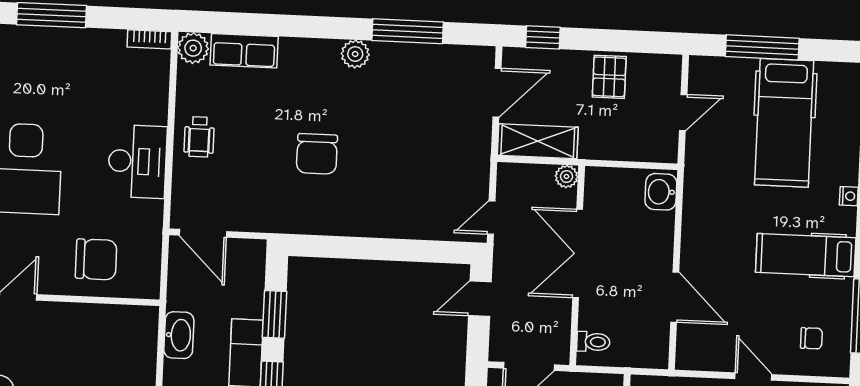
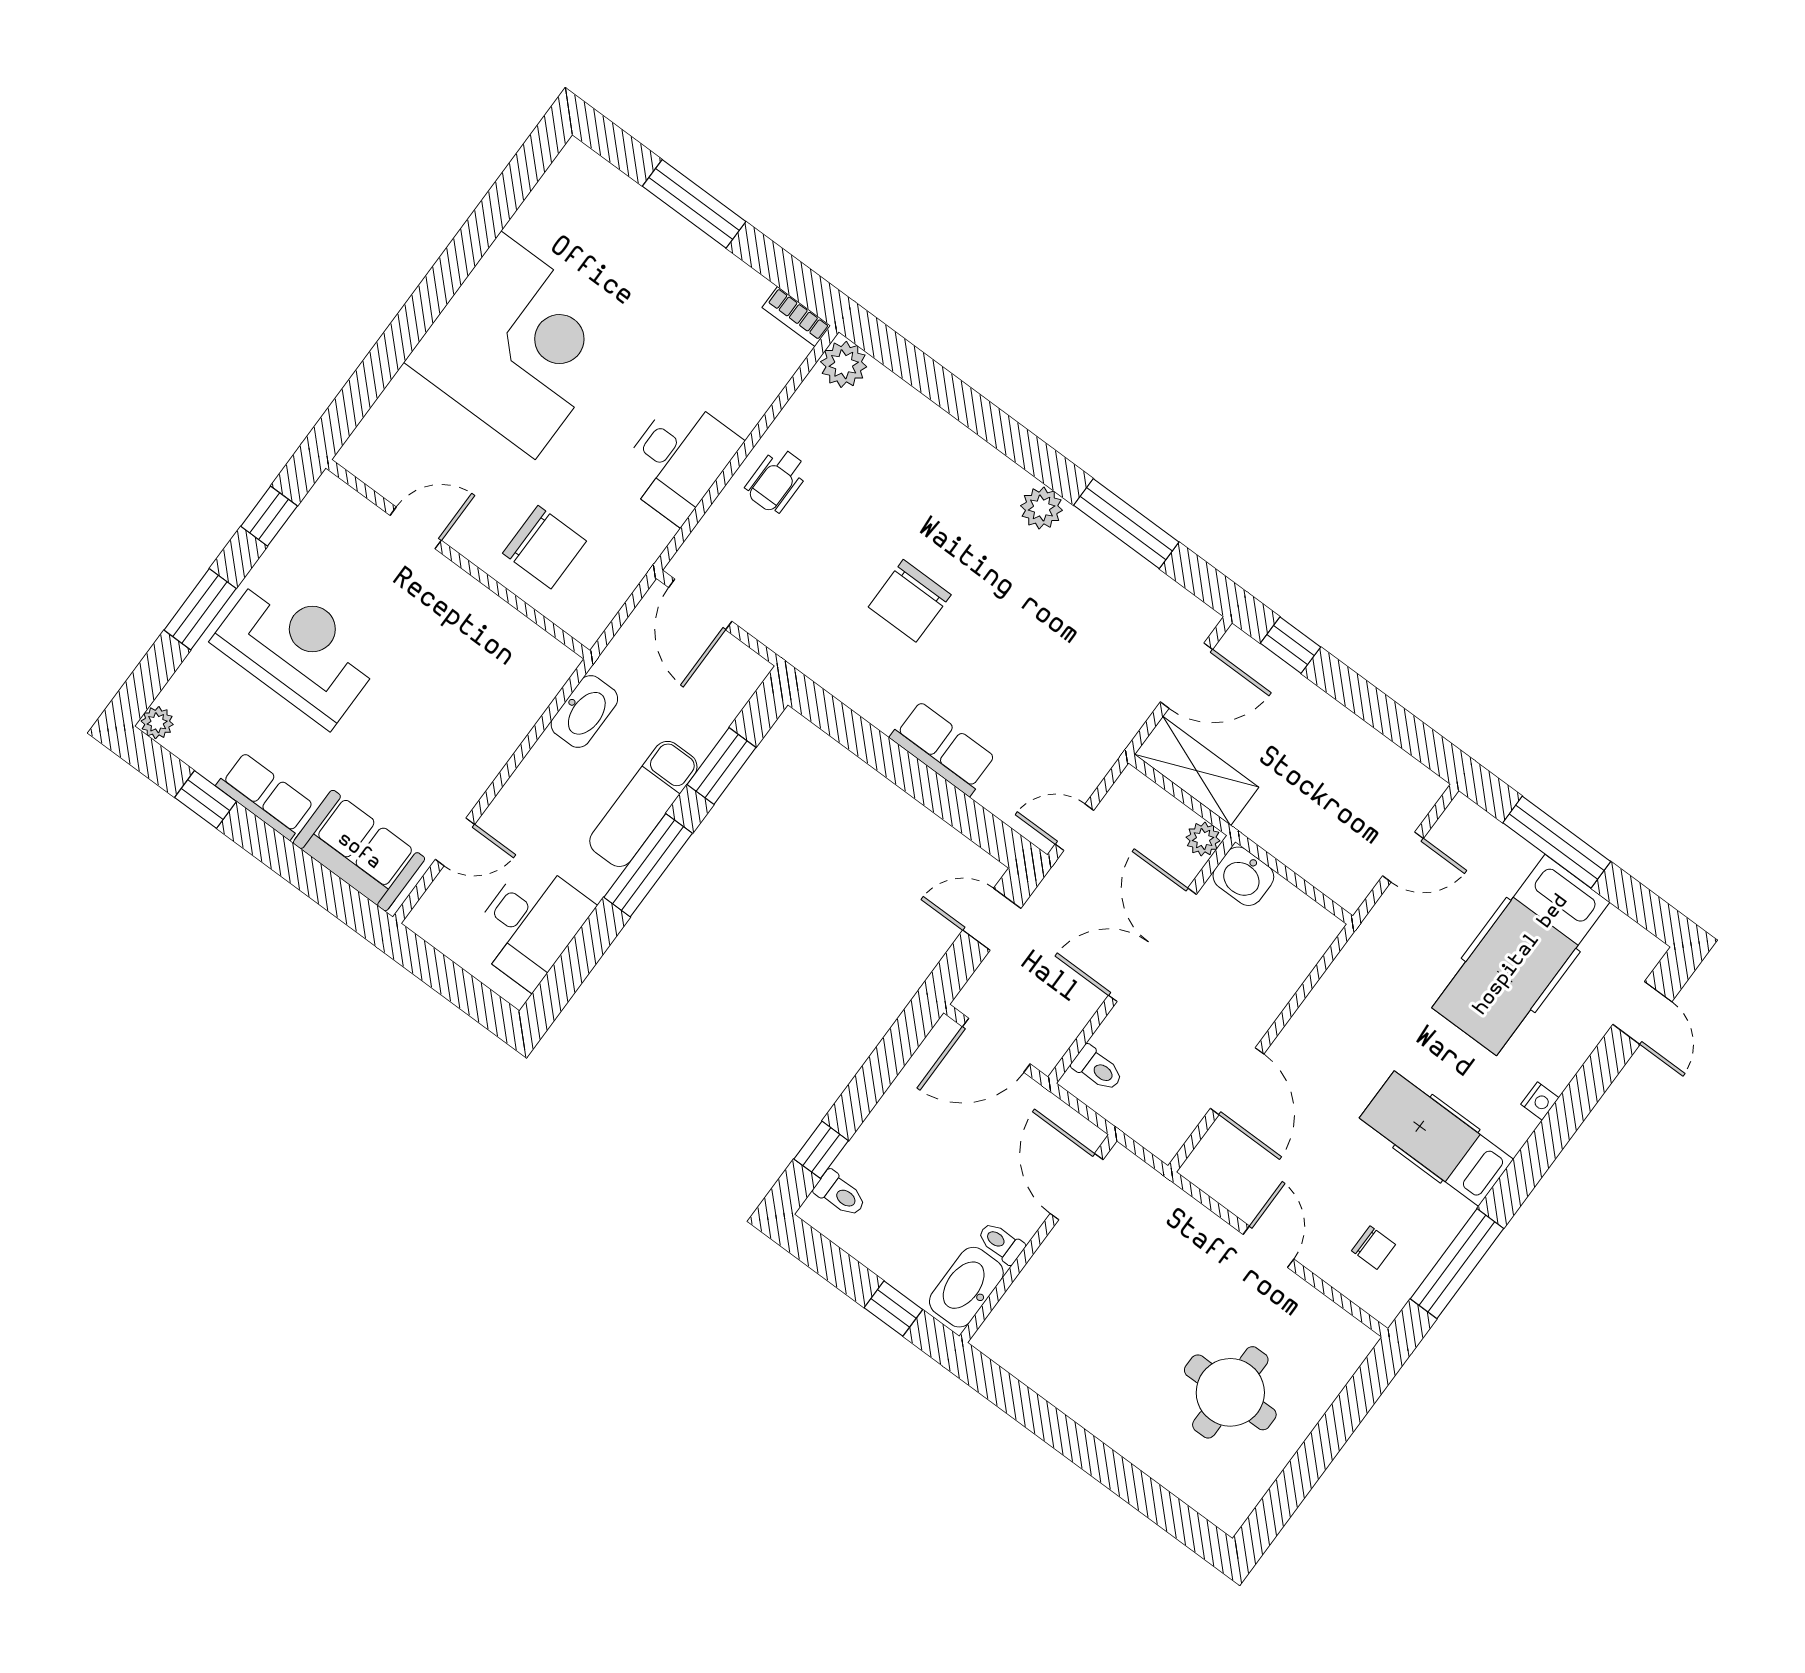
row of seats: (244, 51) -> (943, 748), moved, turned 180
pallet: (609, 77) -> (1340, 750), removed
washbasin: (661, 192) -> (1243, 876), moved, turned -90

